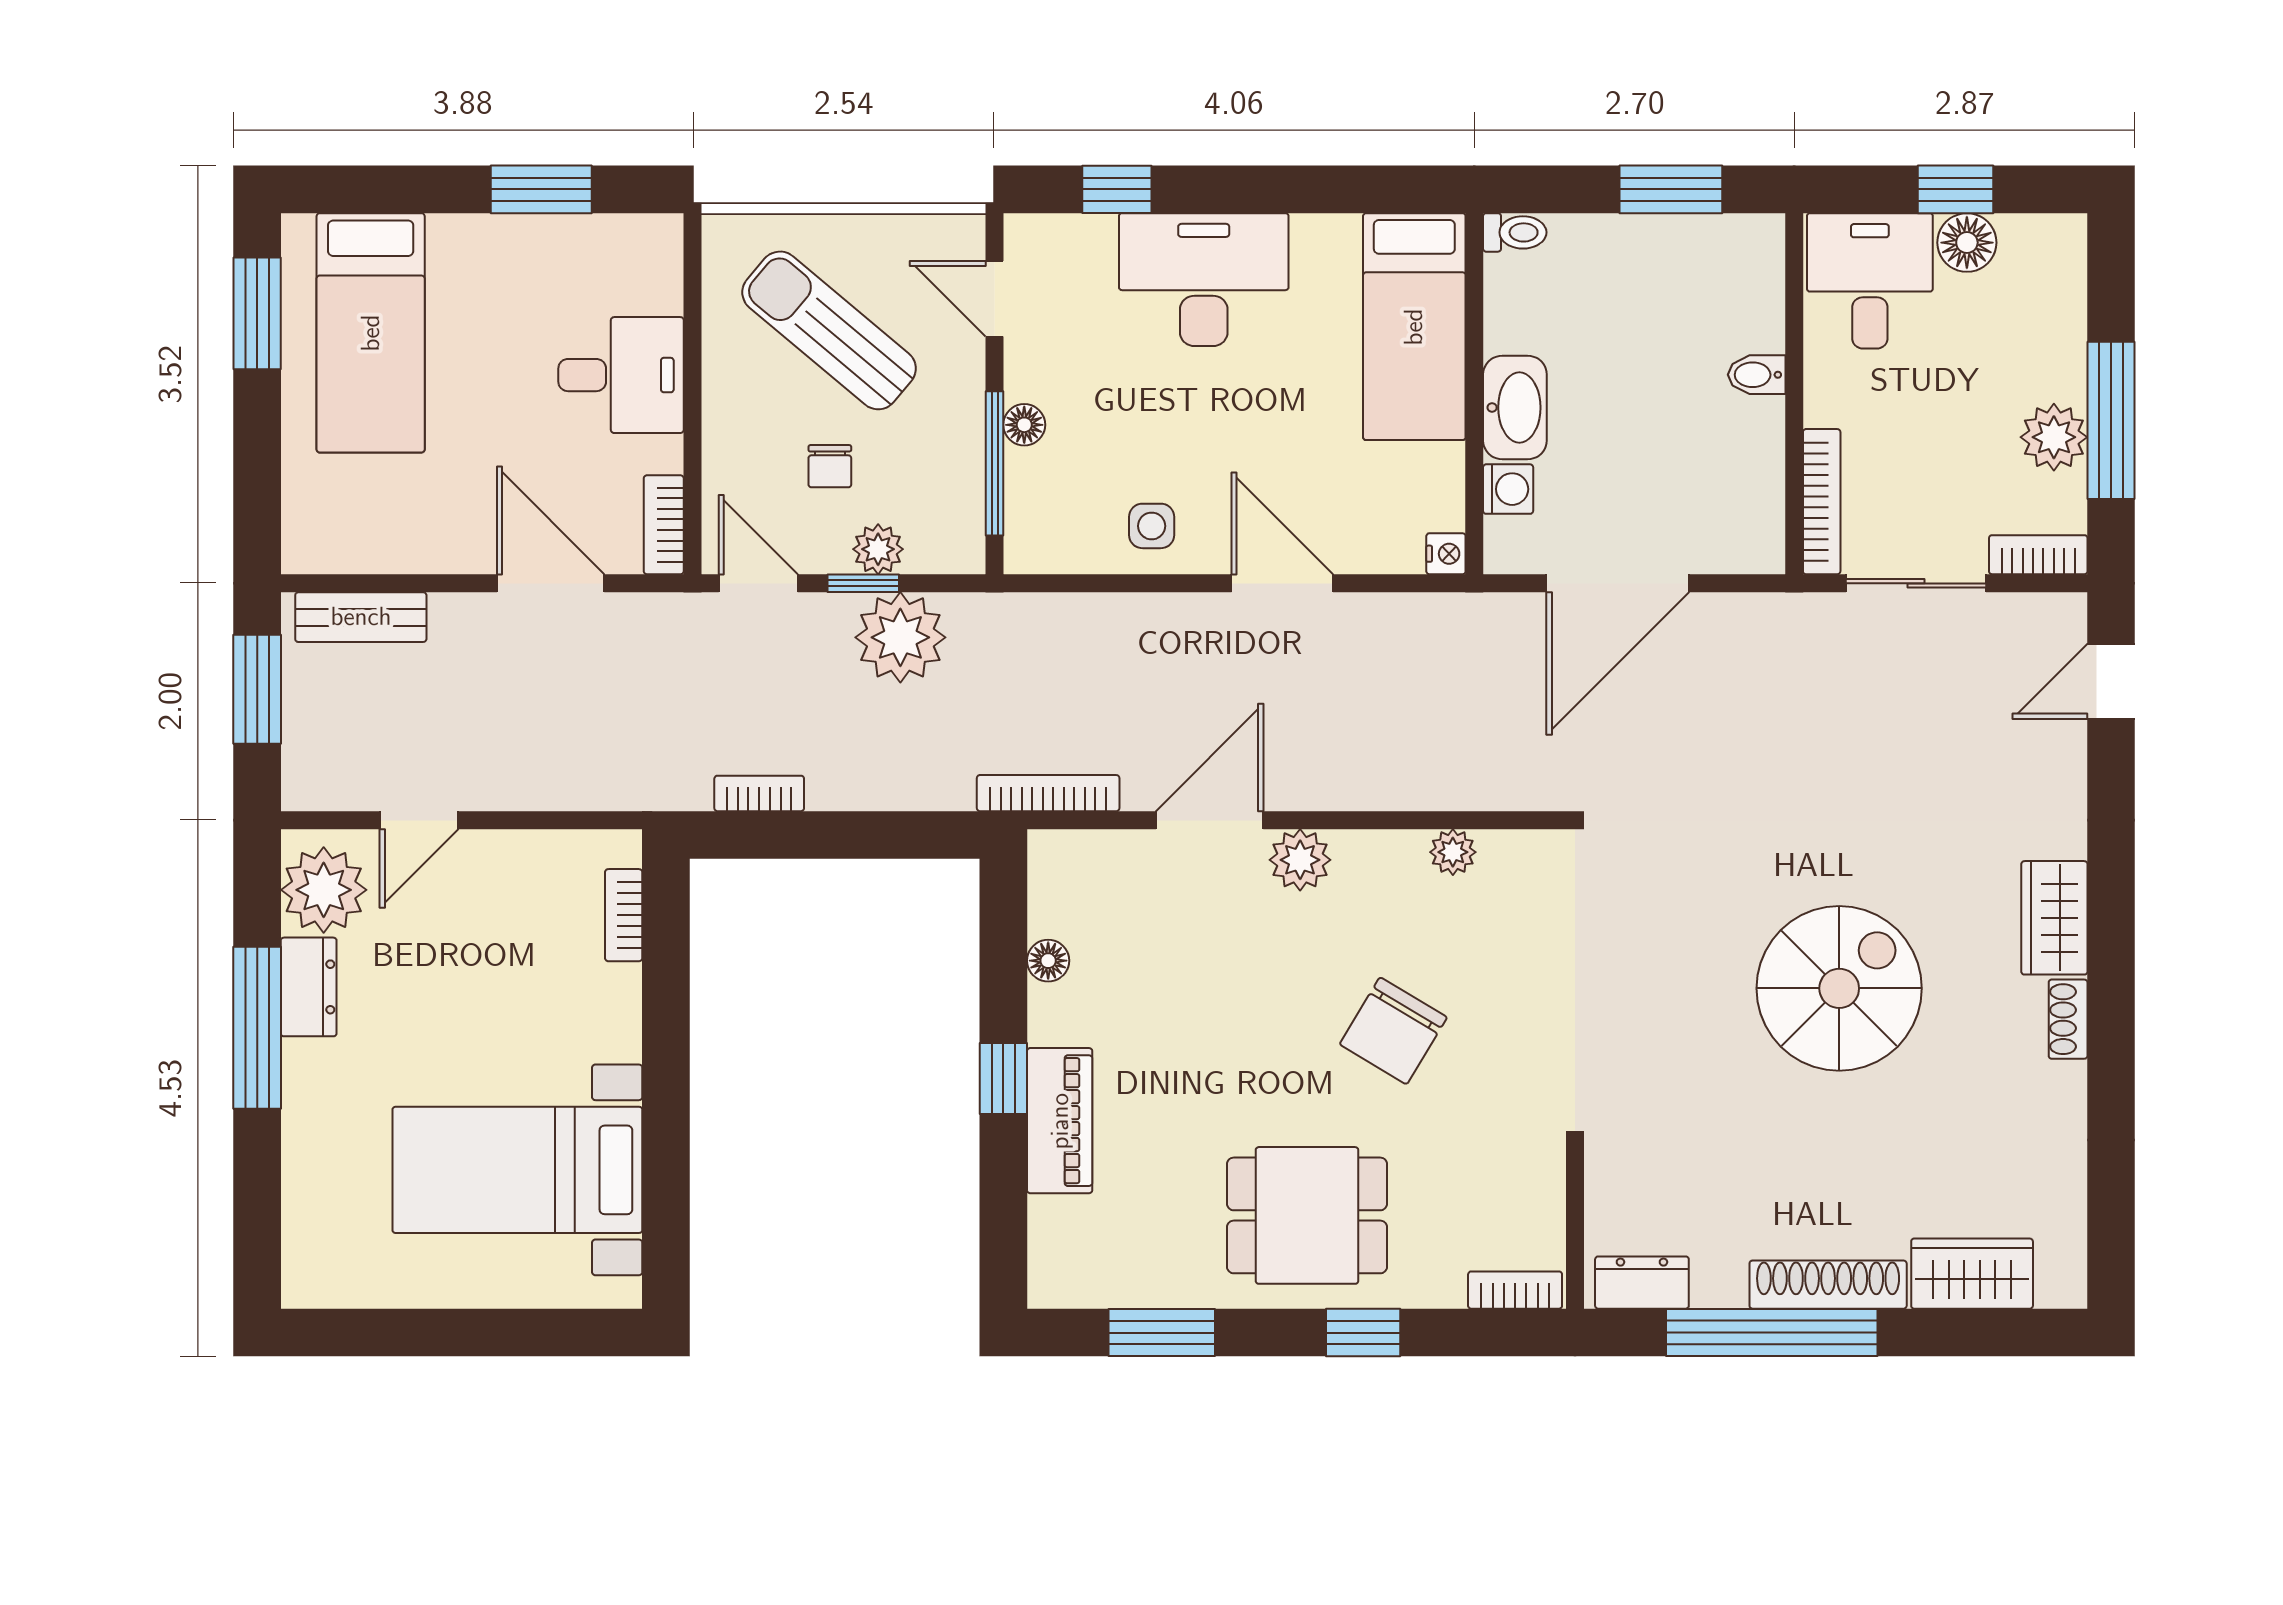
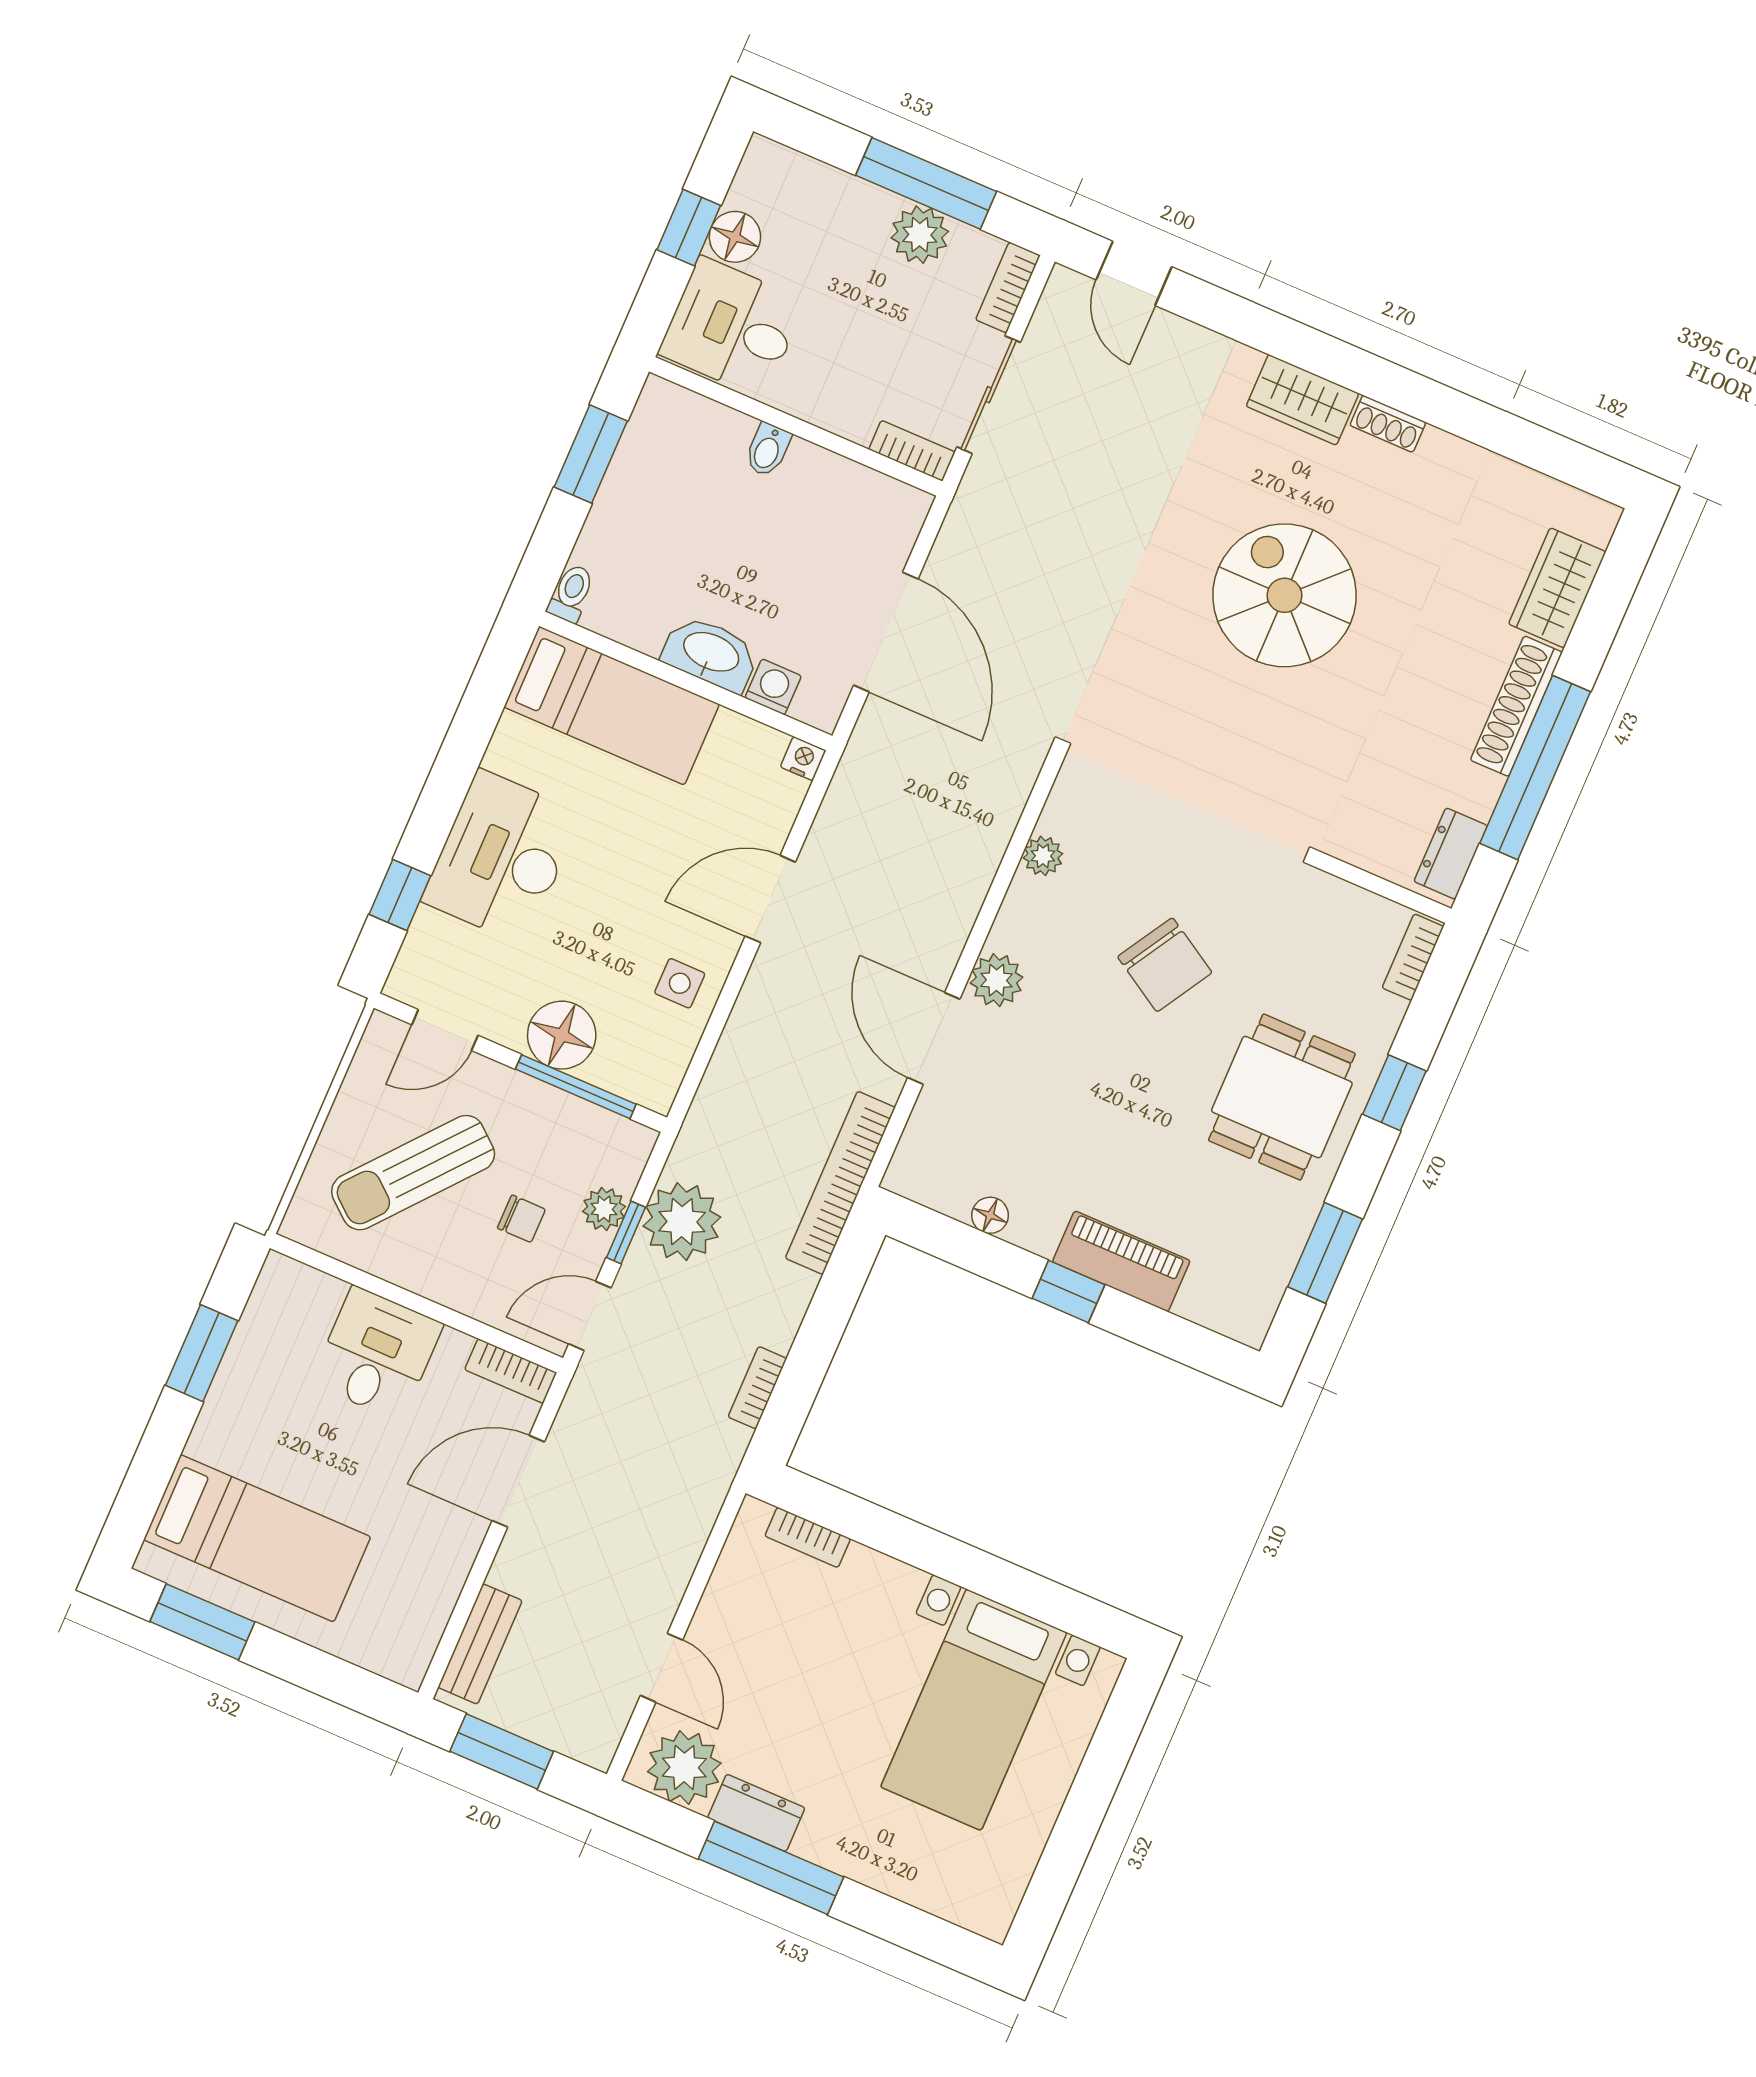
floor lamp: (1024, 425) -> (562, 1035), width x1.89, depth x1.89
bookcase: (1822, 502) -> (912, 451), width x0.64
bookcase: (1048, 793) -> (840, 1183), width x1.48, depth x1.31

